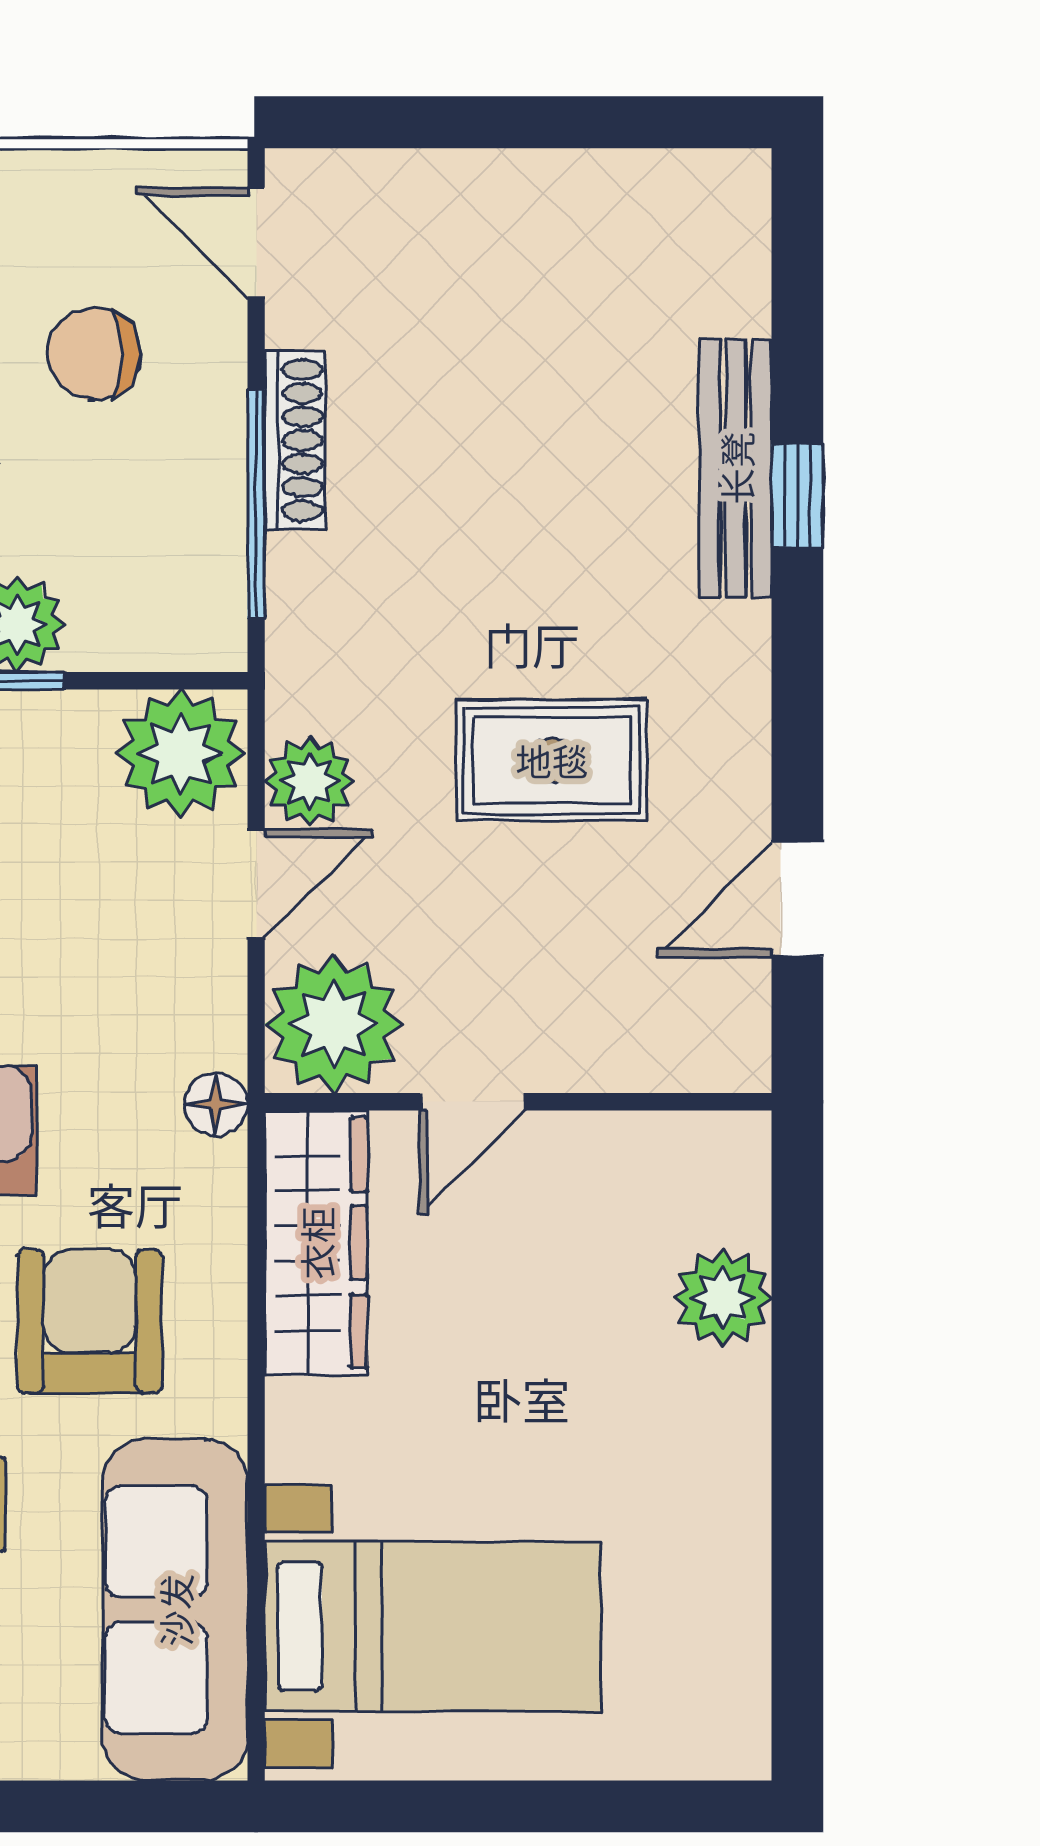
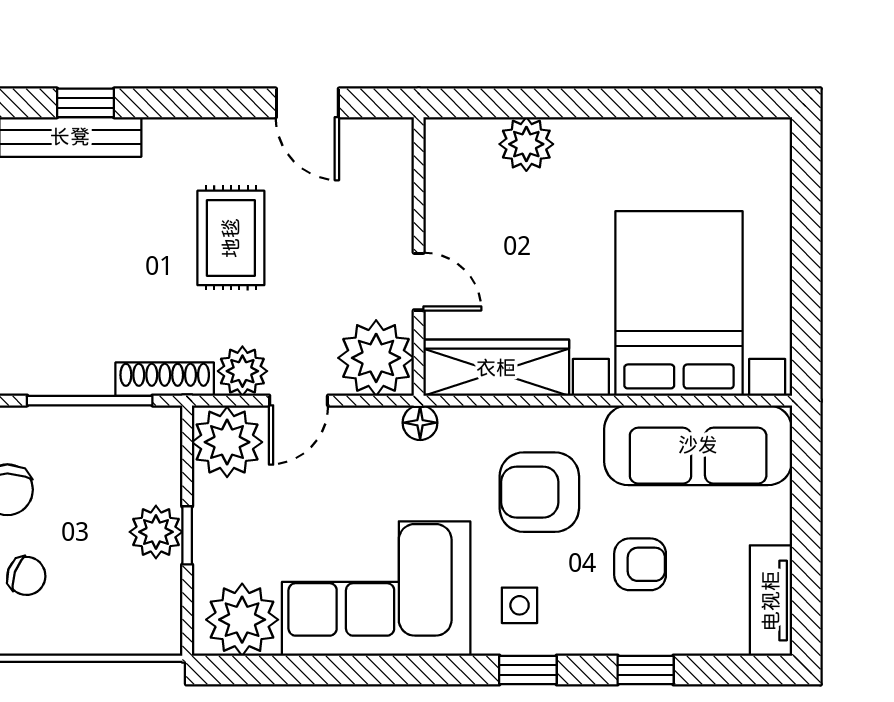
shoe rack: (295, 440) -> (165, 379), moved
door: (256, 883) -> (299, 401), swing flipped
bed with nightstands: (433, 1626) -> (679, 304), width x1.36

